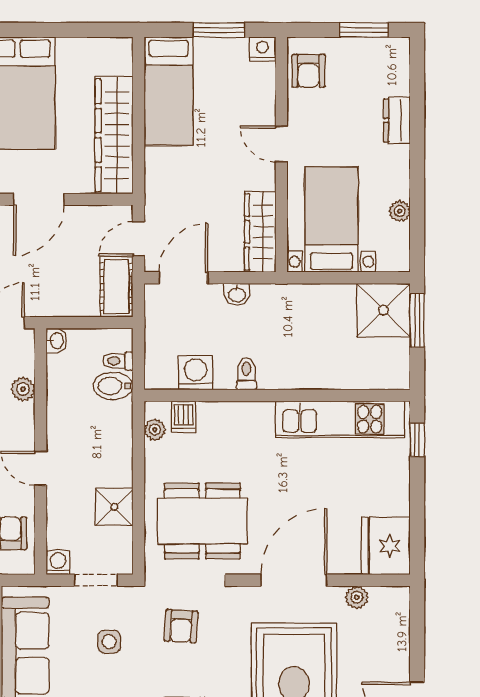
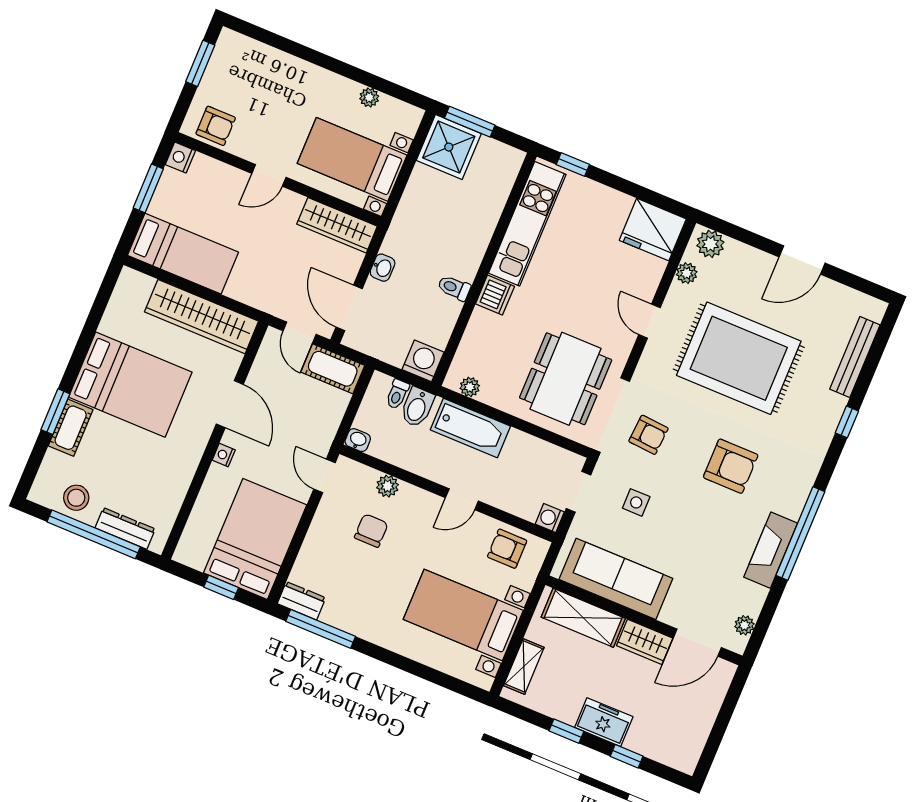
dresser: (397, 120) -> (290, 67), removed
washing machine: (195, 373) -> (423, 361), moved, turned 90
dishwasher: (183, 417) -> (495, 295), moved, width x1.38
bathtub: (115, 447) -> (470, 428), added
shower: (114, 507) -> (522, 450), removed
door: (294, 580) -> (649, 321), width x0.53
plant: (395, 609) -> (710, 244), added

